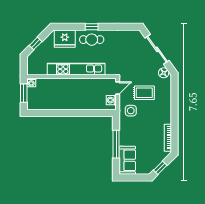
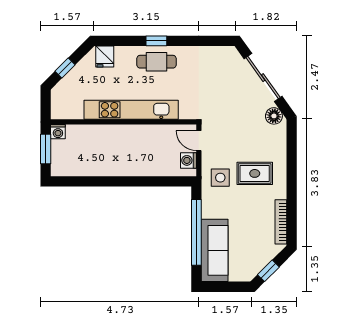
fridge: (65, 39) -> (105, 57), width x0.53, depth x0.75
door: (118, 88) -> (199, 141), swing flipped
rug: (144, 93) -> (255, 173), moved
window: (116, 144) -> (196, 232), width x1.46
sofa: (127, 160) -> (215, 250), width x1.36

